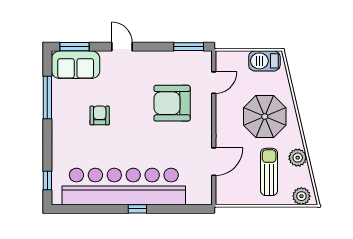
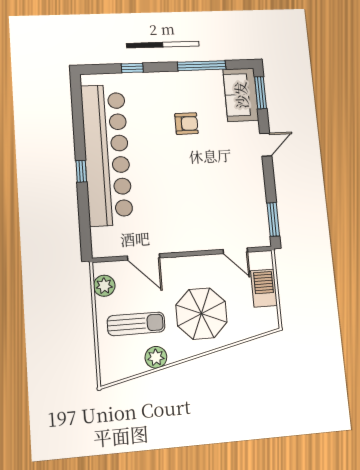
barbecue: (264, 61) -> (264, 288), moved
armchair: (172, 103) -> (207, 204), removed
window: (47, 181) -> (132, 68), moved
plant: (301, 196) -> (104, 286), moved

